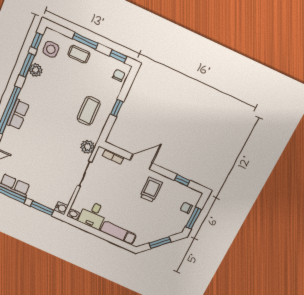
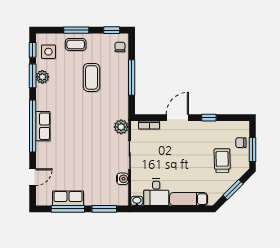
window: (117, 108) -> (132, 77), width x2.17
coffee table: (89, 111) -> (92, 77), moved
window: (182, 180) -> (209, 118), moved
trolley: (151, 190) -> (222, 161), moved
water cooler: (61, 208) -> (123, 179), moved

